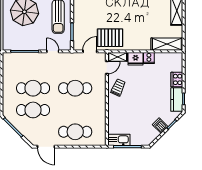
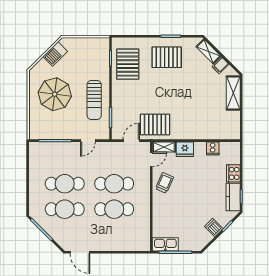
shelving: (167, 44) -> (222, 132), removed
door: (53, 51) -> (88, 141), swing flipped
cooker: (149, 58) -> (213, 148), moved
cafe table: (75, 132) -> (114, 209), moved

